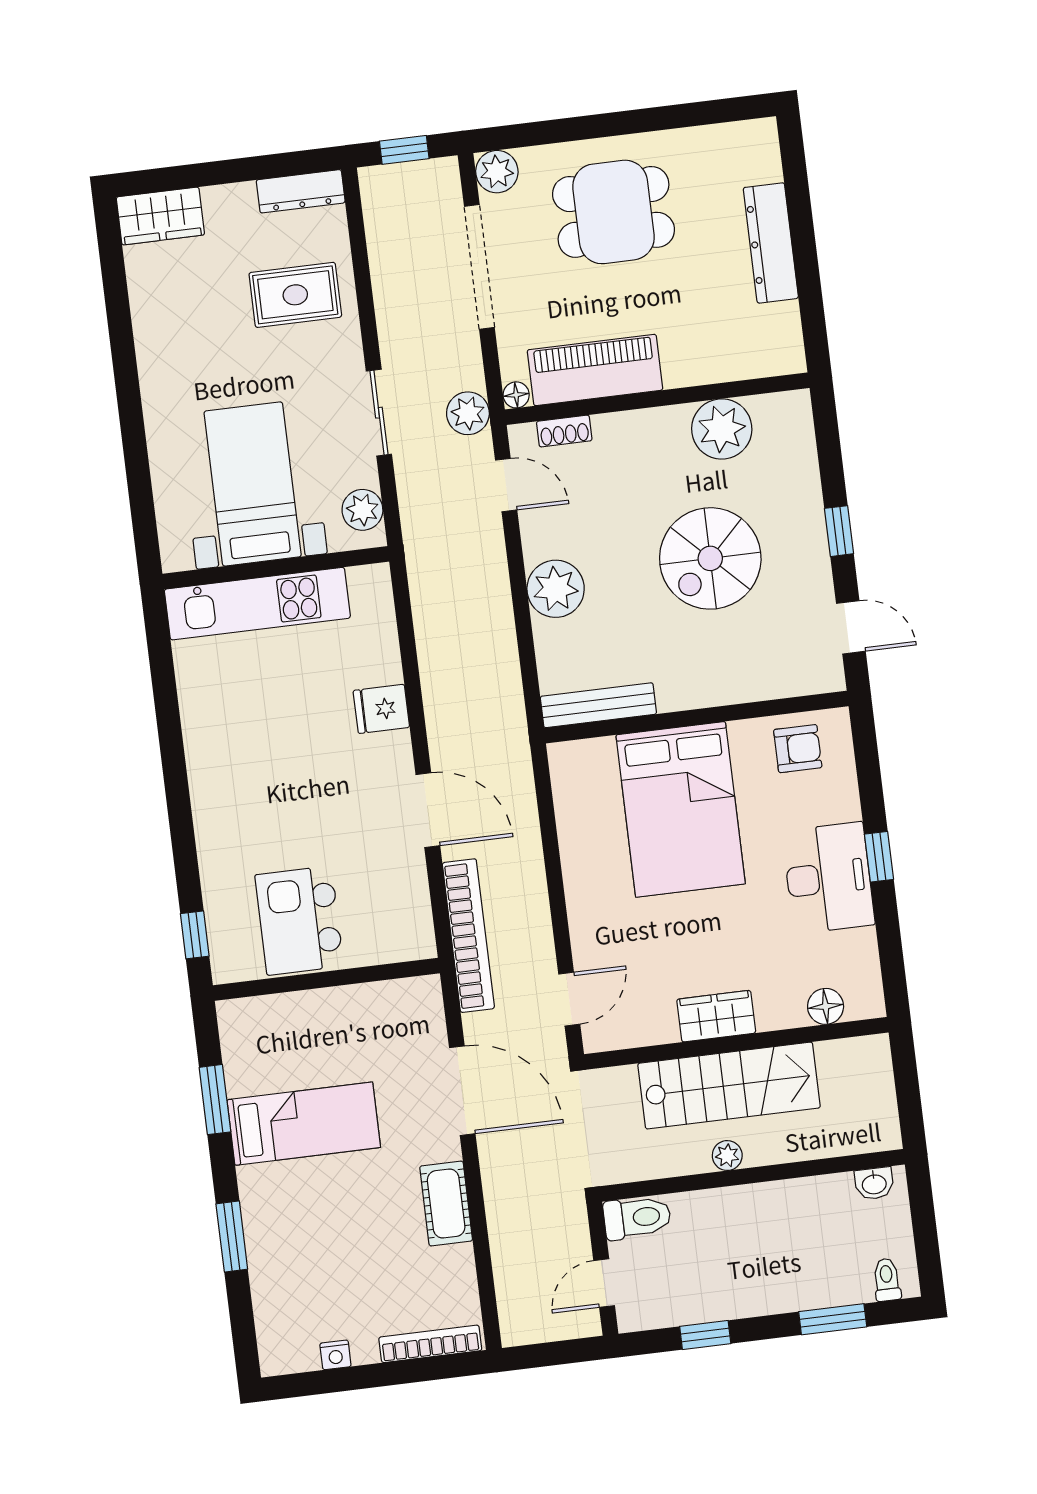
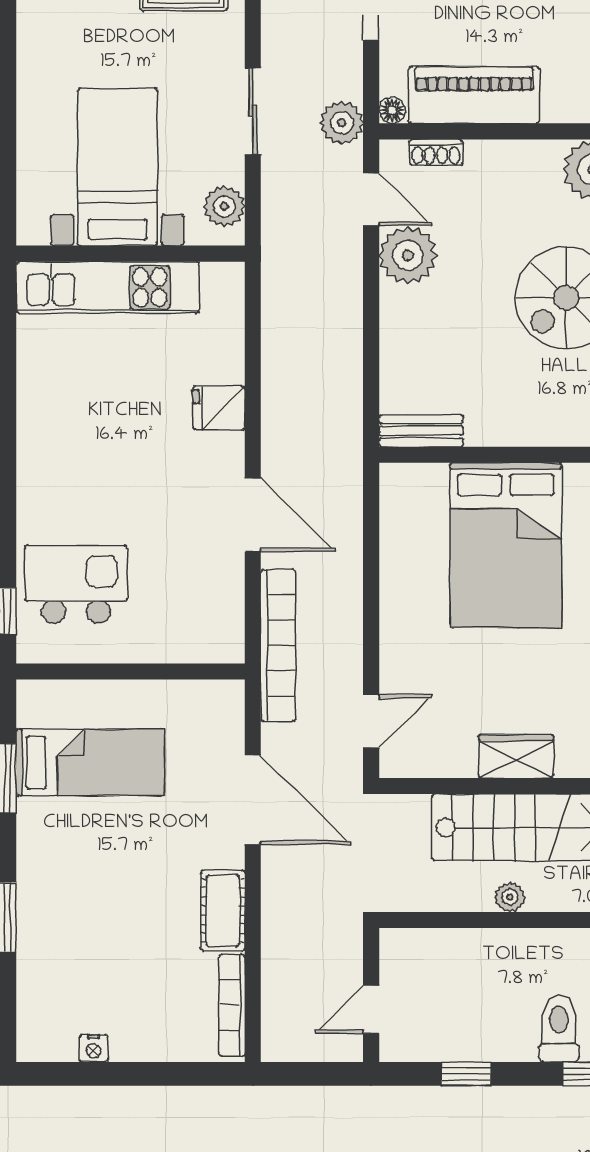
plant: (556, 589) -> (408, 255), moved
bench: (598, 705) -> (421, 431), width x0.73
kitchen island: (299, 920) -> (76, 584), moved, turned 90
bed: (304, 1124) -> (90, 763), moved
toilet: (637, 1218) -> (559, 1029), moved, turned -90
bookcase: (430, 1344) -> (232, 1005), moved, turned -90

